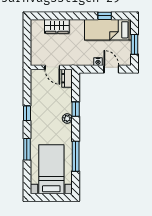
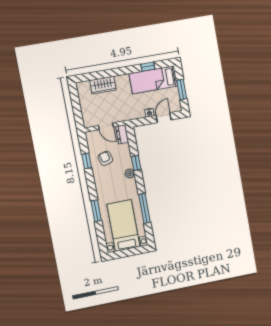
door: (111, 69) -> (164, 118), hinge flipped
armchair: (46, 99) -> (105, 158), added
window: (27, 113) -> (87, 161), moved

